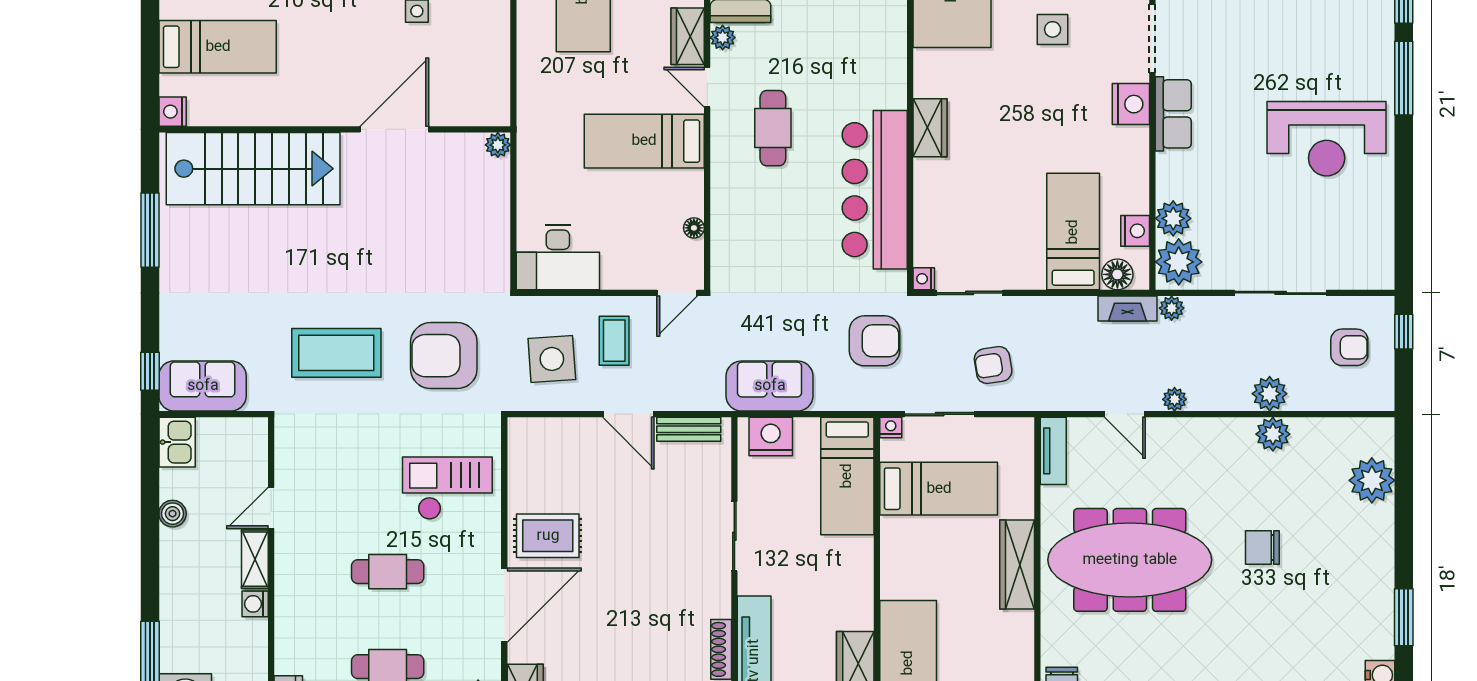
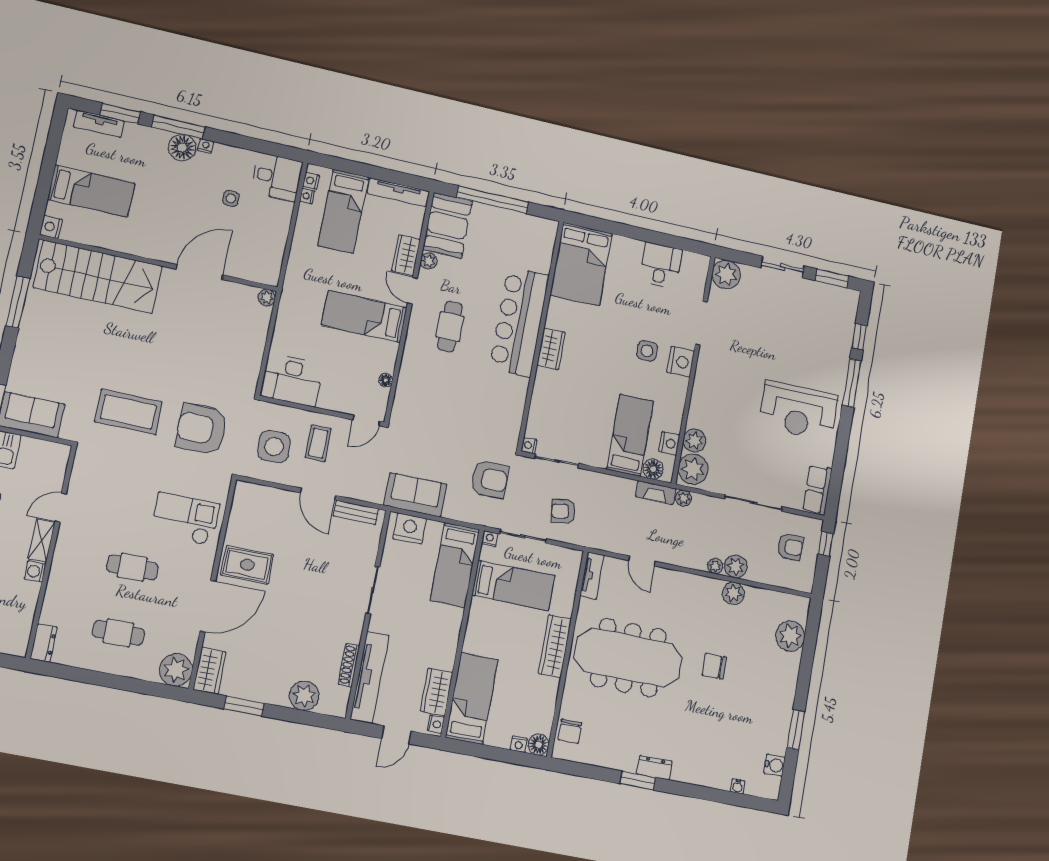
side table: (1053, 29) -> (647, 351), moved
row of seats: (1173, 114) -> (817, 490), moved, turned 180
bar counter: (875, 190) -> (519, 322), moved
plant: (1175, 399) -> (715, 566), moved

